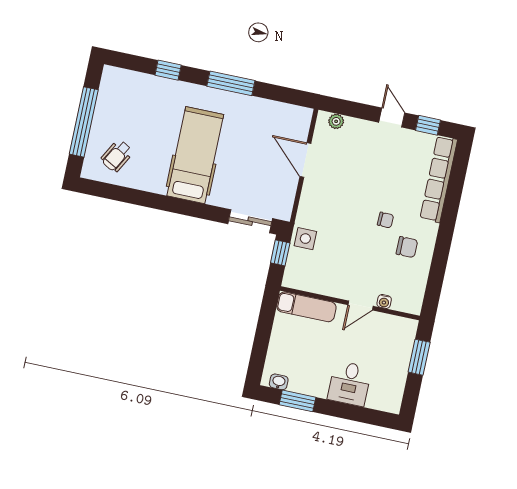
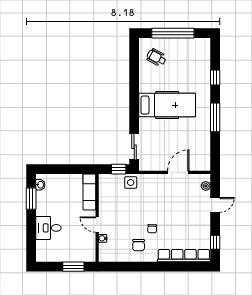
door: (392, 118) -> (215, 205), moved

